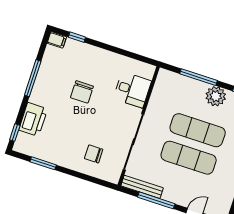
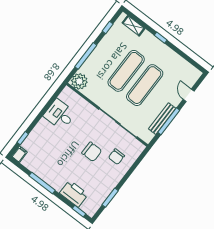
desk: (132, 90) -> (60, 115), moved, turned -90
chair: (82, 92) -> (92, 152), moved
plant: (216, 96) -> (79, 81), moved
bench: (142, 187) -> (162, 119), moved

